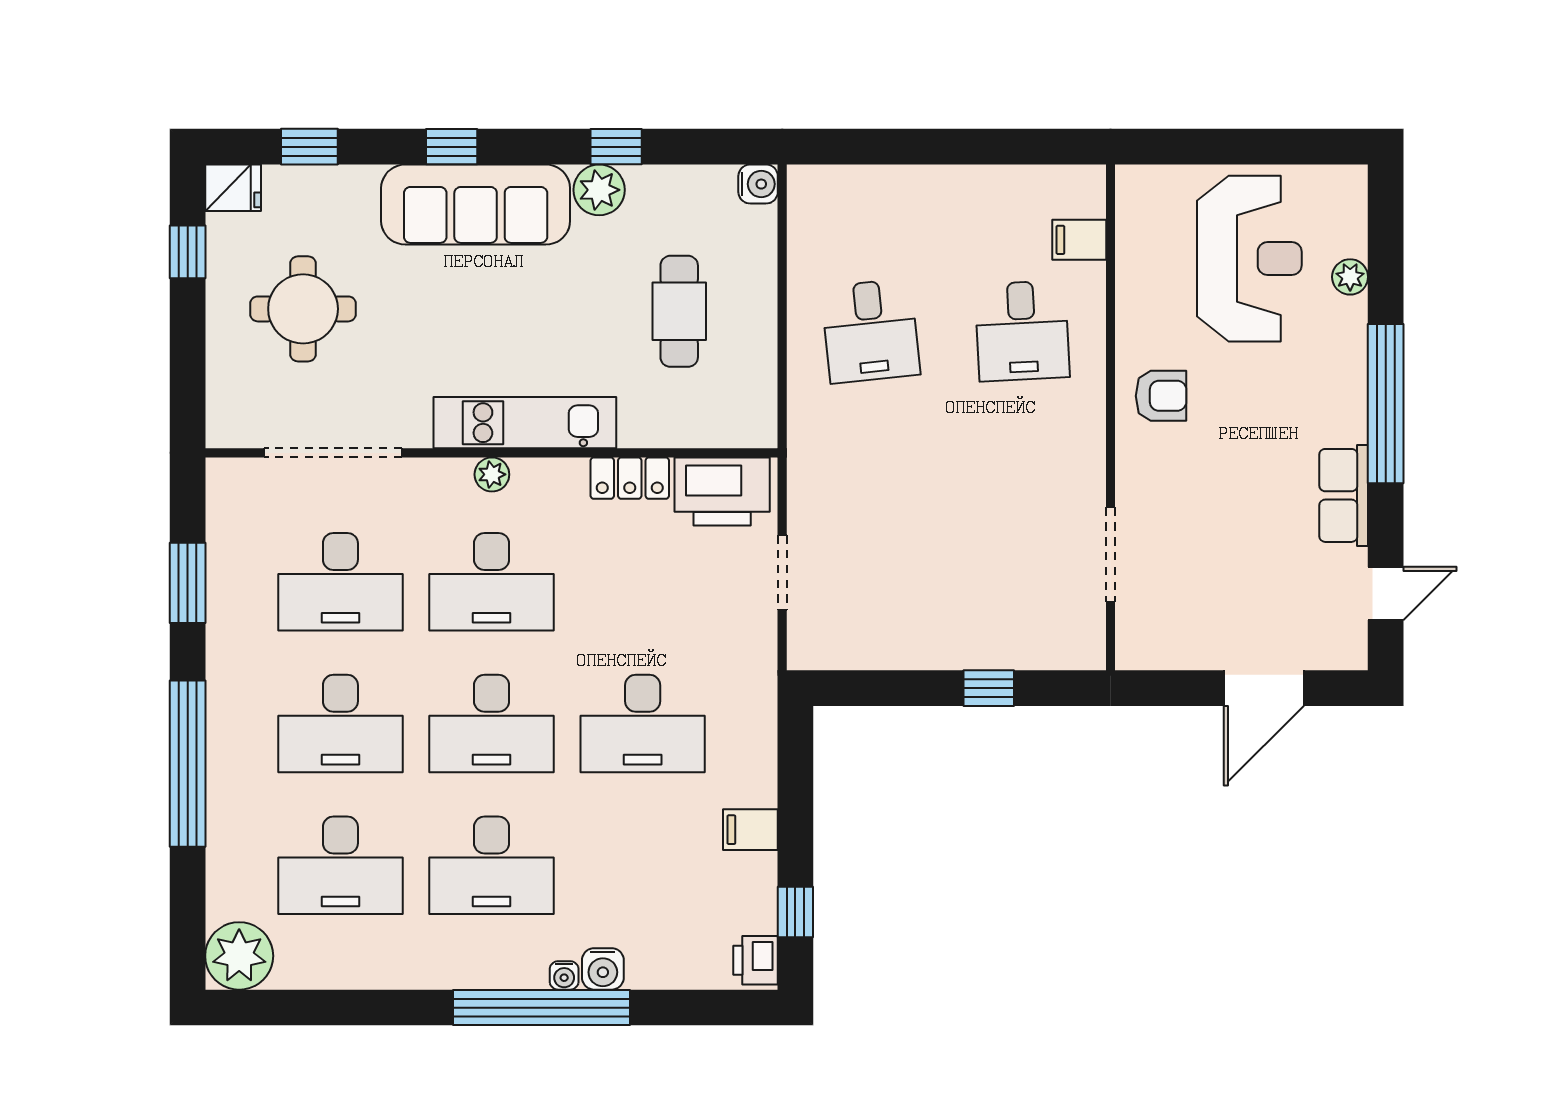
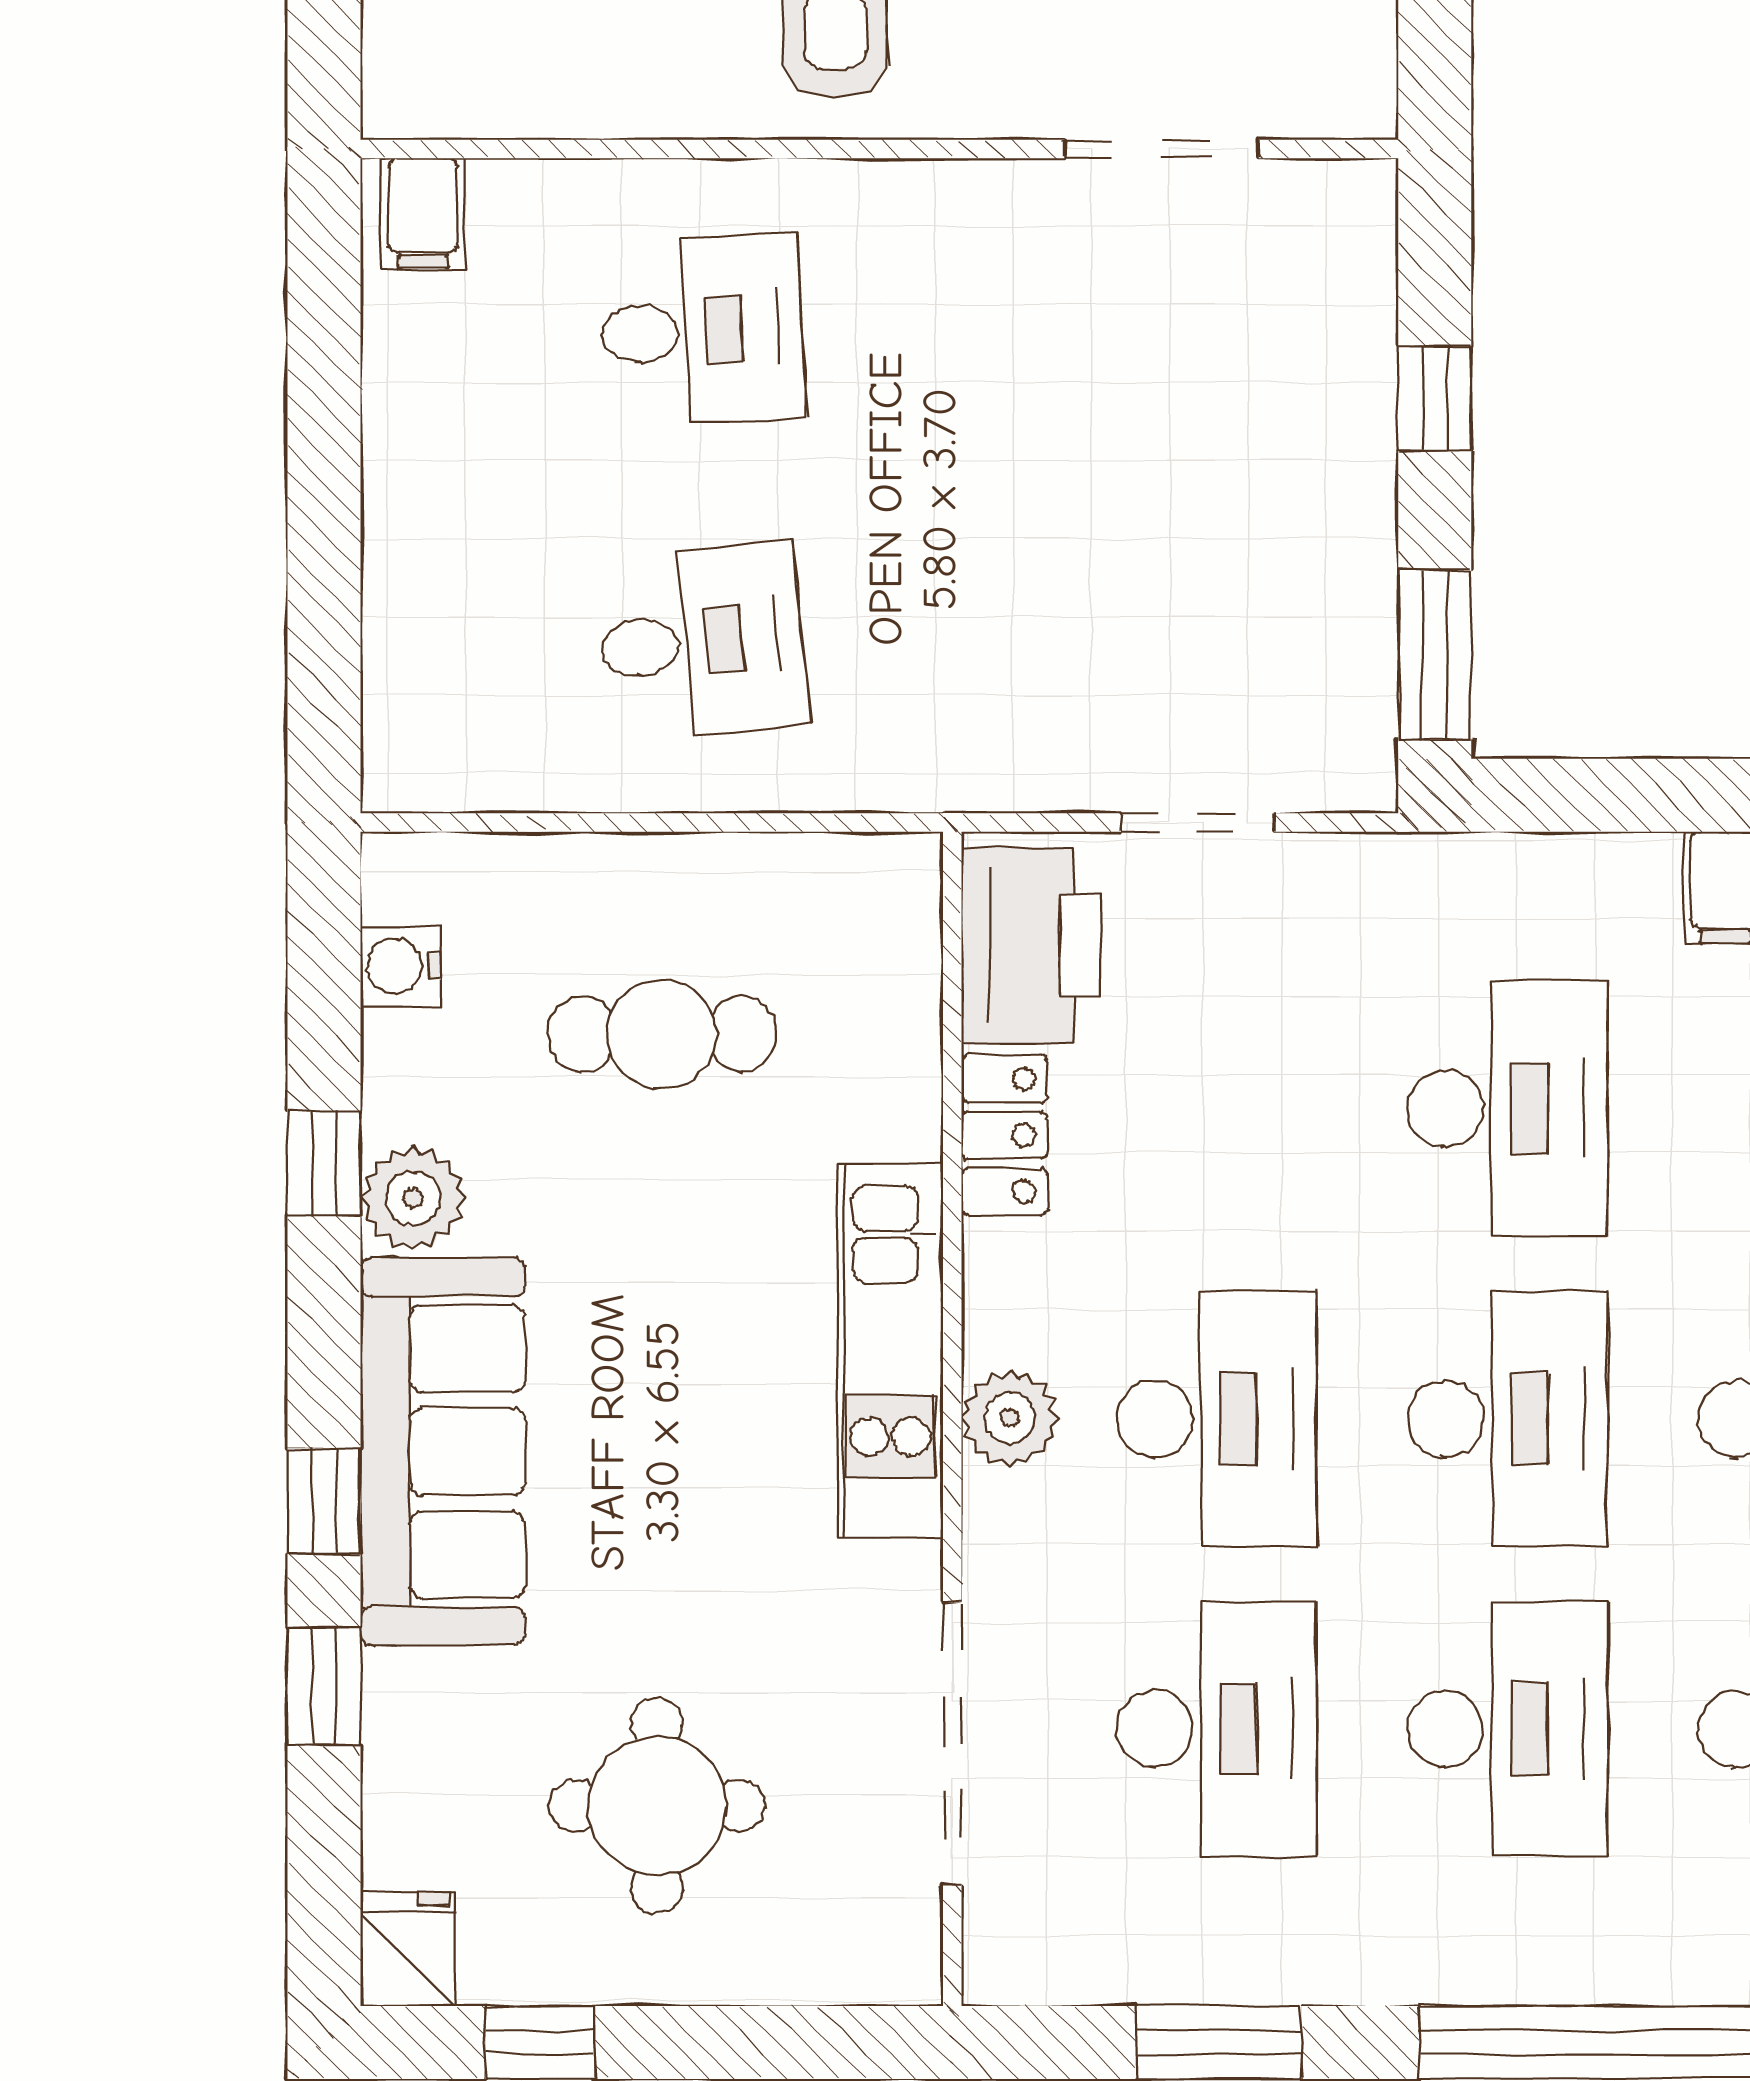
window: (309, 147) -> (324, 1686), moved
water cooler: (758, 184) -> (401, 966), moved, turned -90
filing cabinet: (1079, 240) -> (423, 213), moved
plant: (492, 474) -> (1010, 1418), width x1.38, depth x1.38
window: (864, 688) -> (1435, 655), added

